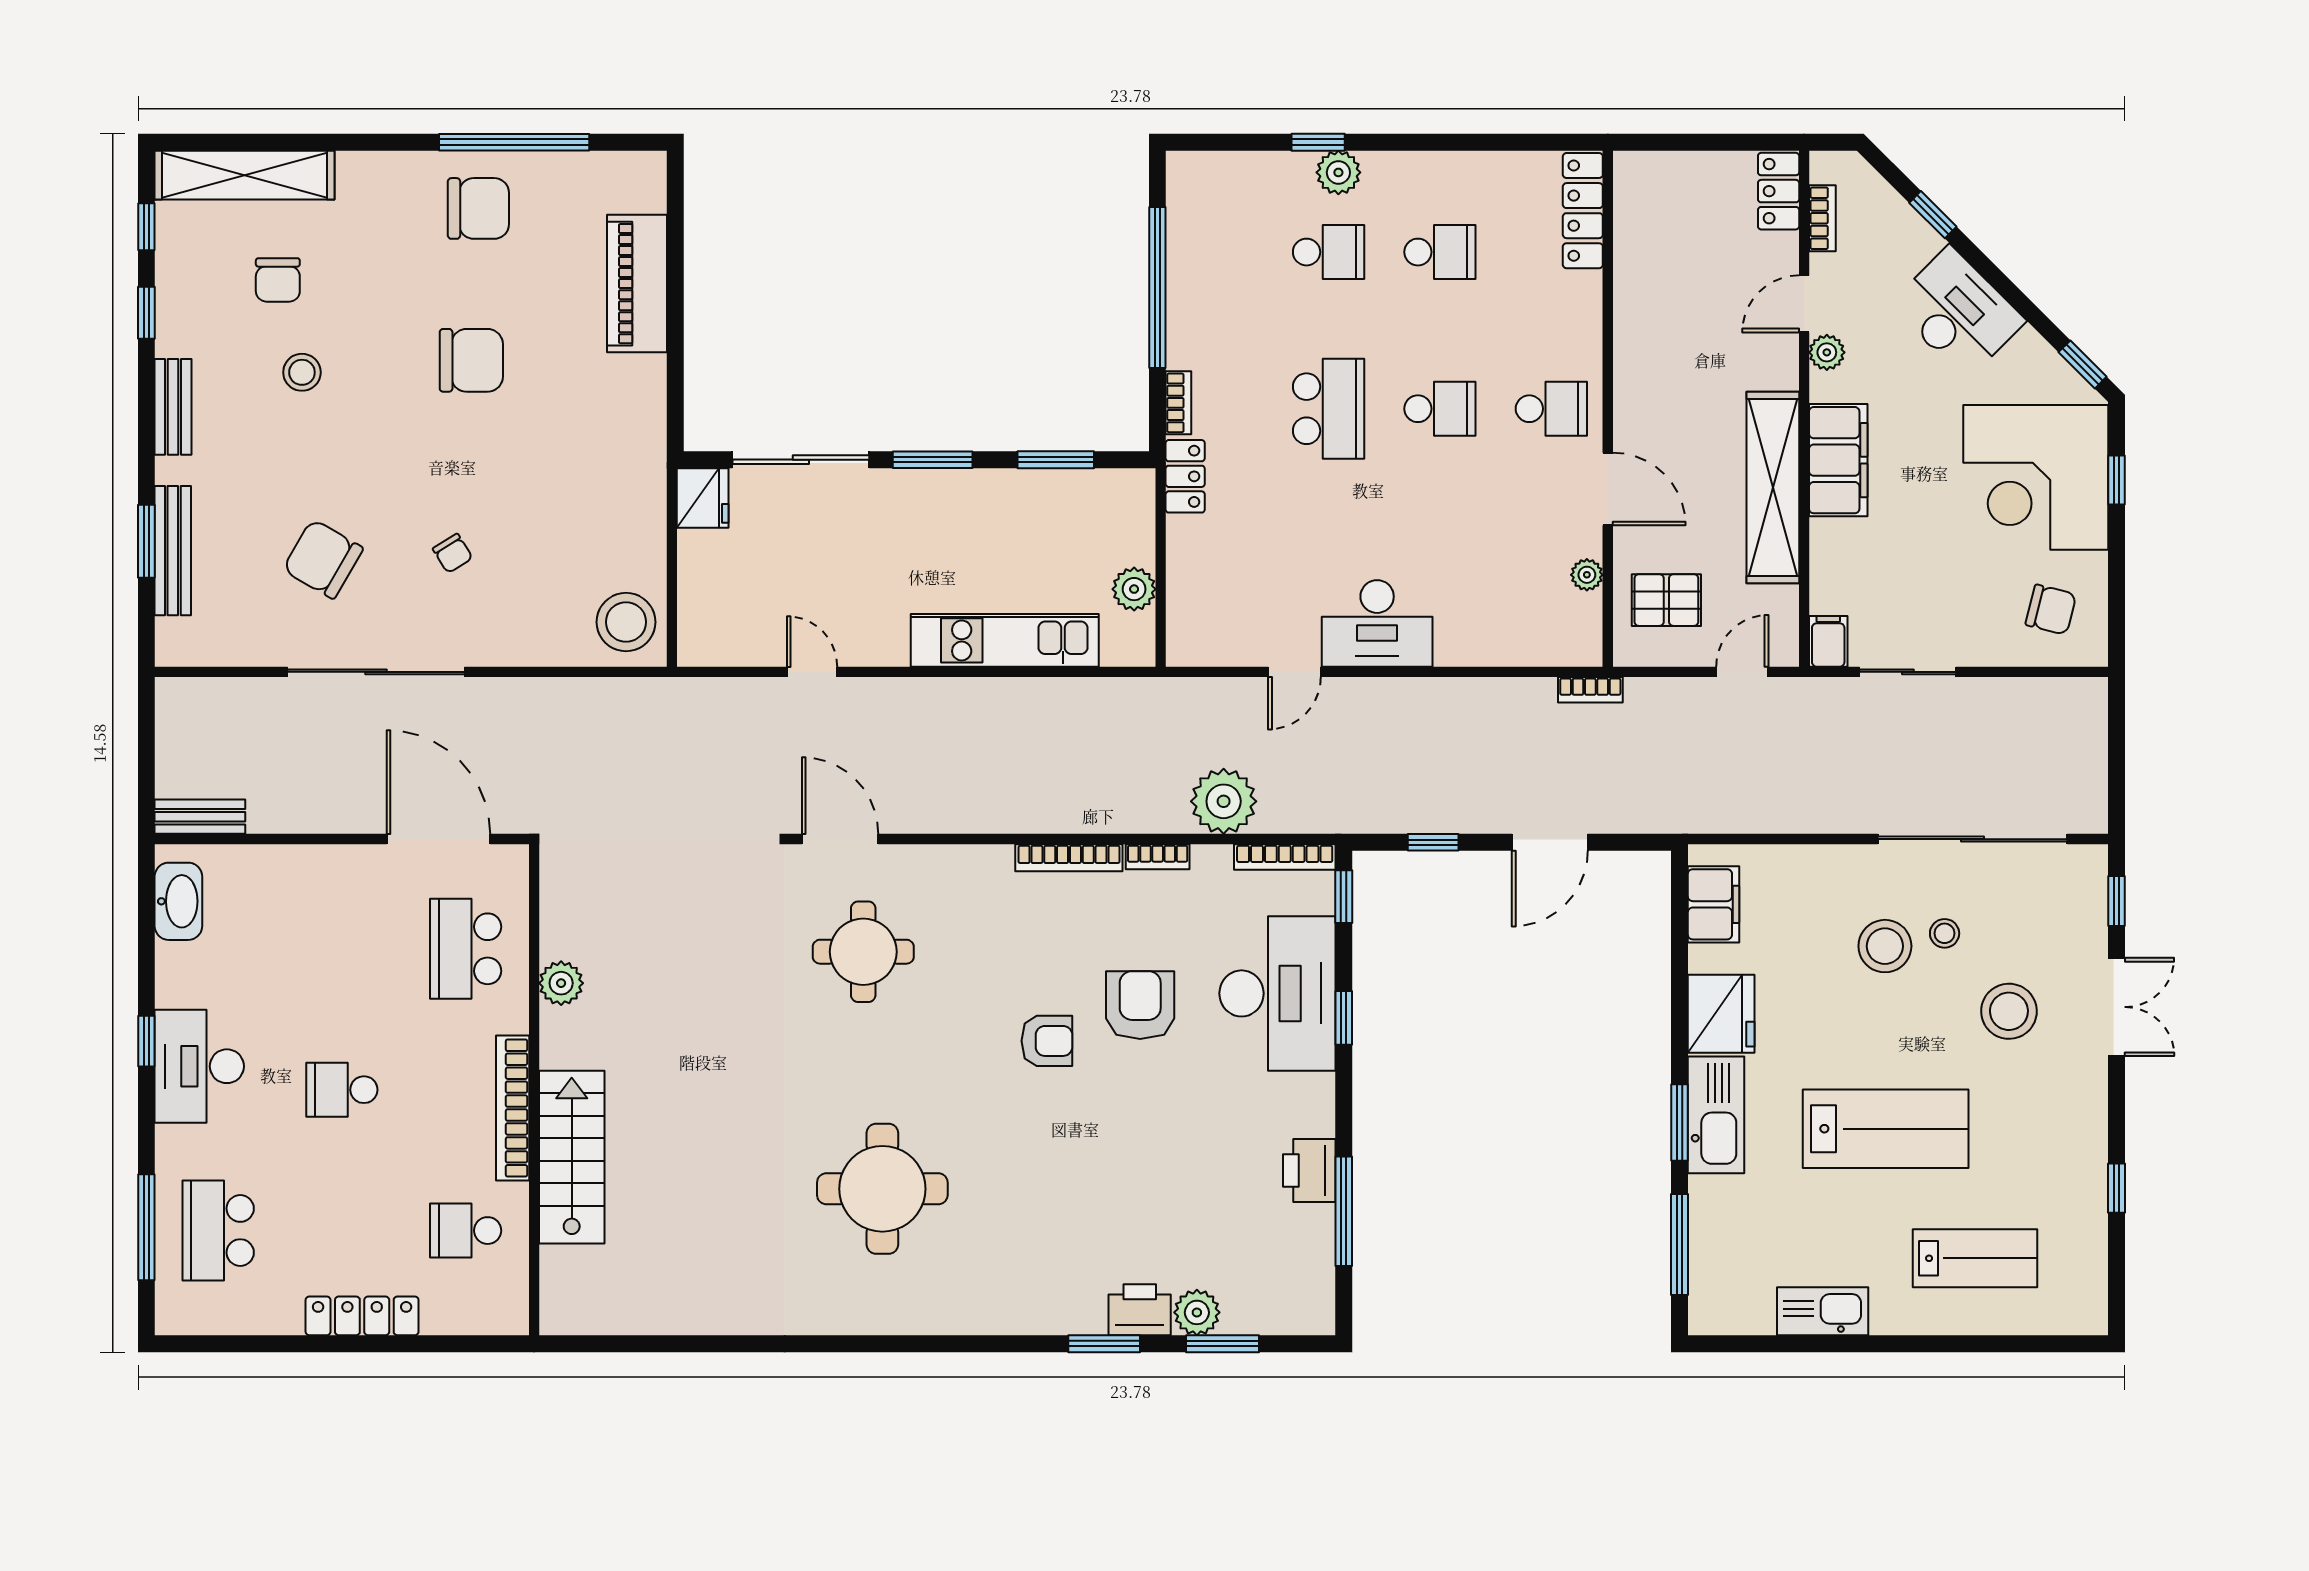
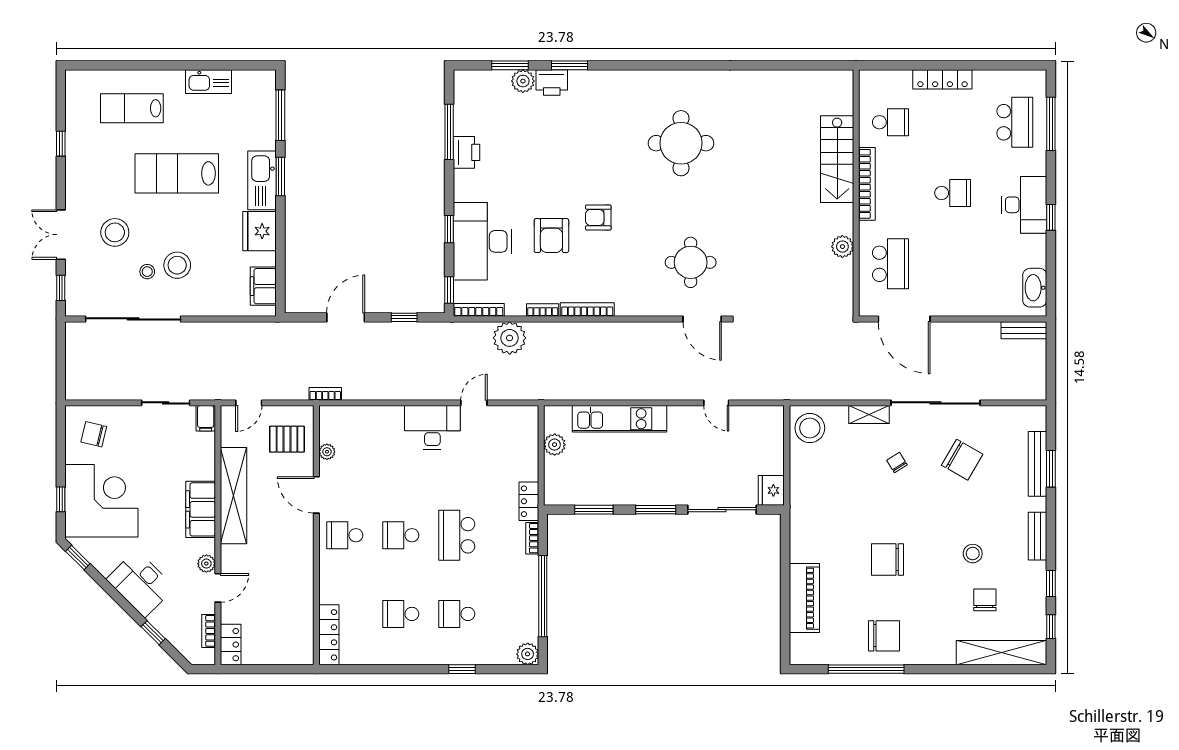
plant: (1338, 172) -> (528, 654), moved
chair: (478, 208) -> (884, 636), turned 180
shelving: (508, 649) -> (869, 415), added

